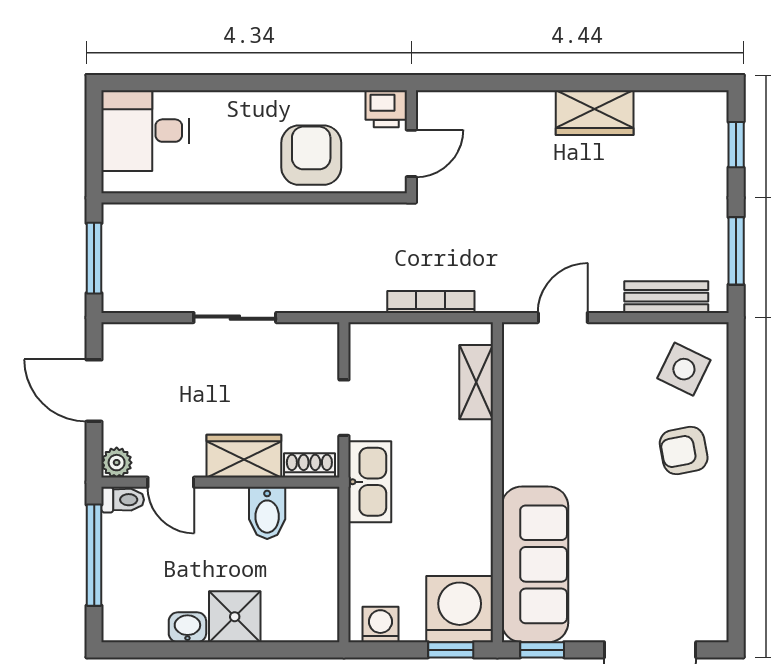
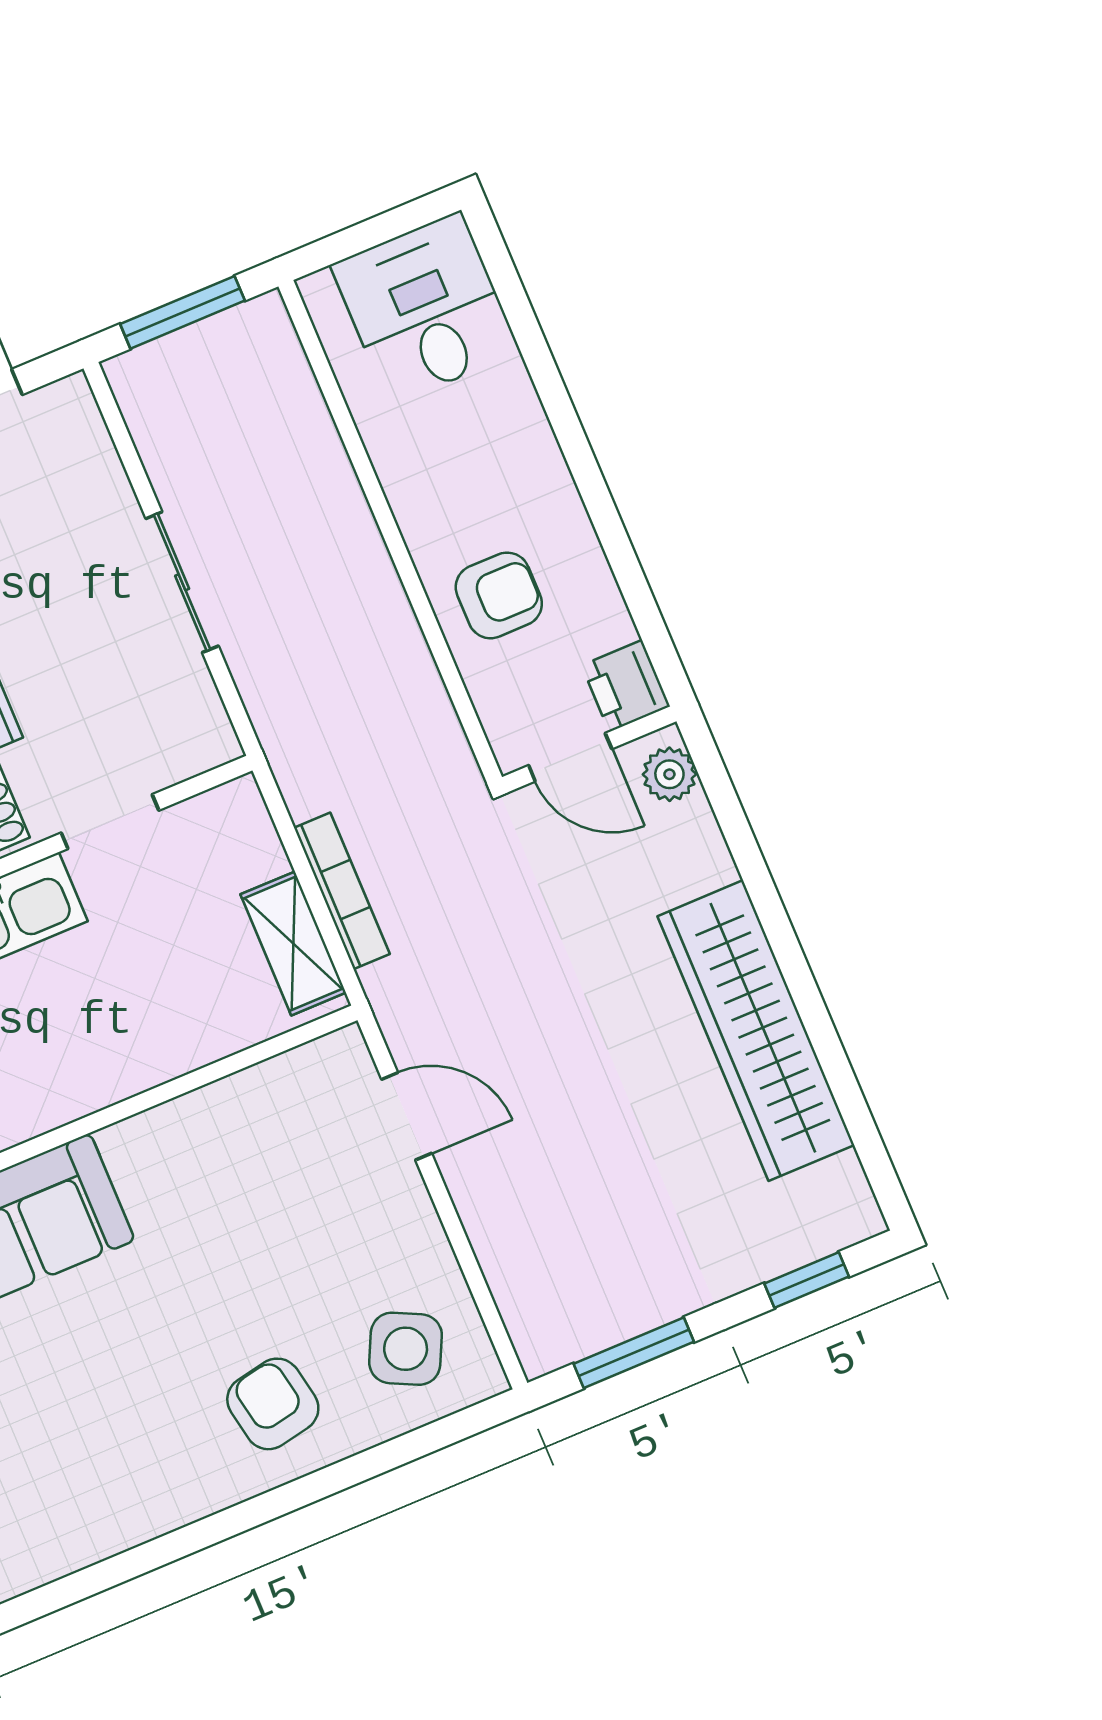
plant: (442, 105) -> (669, 774), added
wardrobe: (595, 113) -> (756, 1031), width x2.10, depth x1.17
armchair: (311, 155) -> (499, 595), width x0.72, depth x0.72
bench: (666, 297) -> (511, 1271), removed
shelving: (476, 382) -> (293, 943), moved, turned 90

